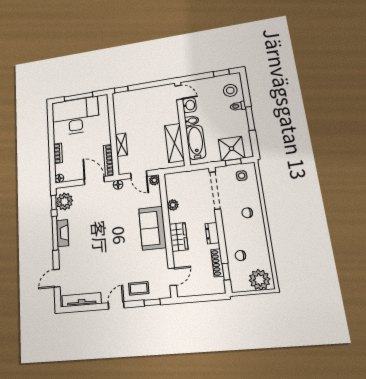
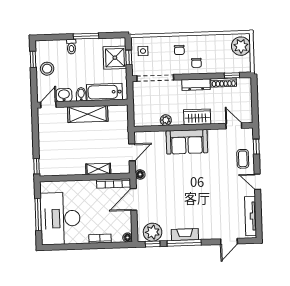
stool: (230, 90) -> (47, 69), moved
shelving: (174, 143) -> (88, 114), moved
plant: (154, 180) -> (139, 137), removed
dresser: (212, 233) -> (196, 85), width x1.44
chair: (240, 256) -> (196, 63), moved
door: (57, 278) -> (229, 241), hinge flipped

